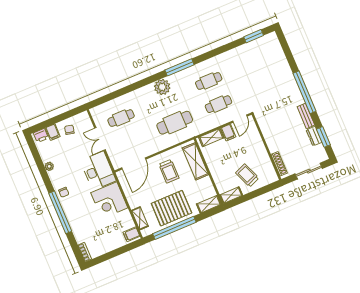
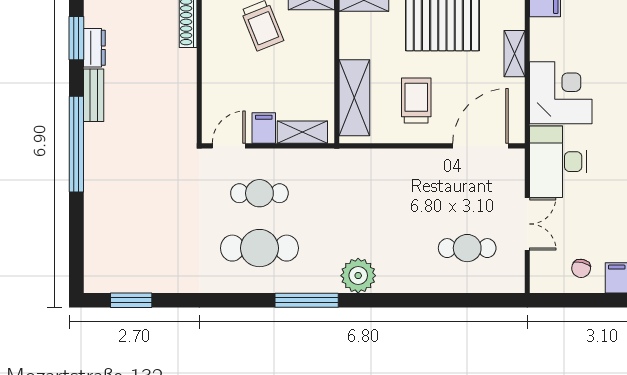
cafe table: (209, 81) -> (259, 248), width x1.37, depth x1.35
cafe table: (175, 123) -> (363, 193), removed
shelving: (140, 218) -> (514, 54), moved

